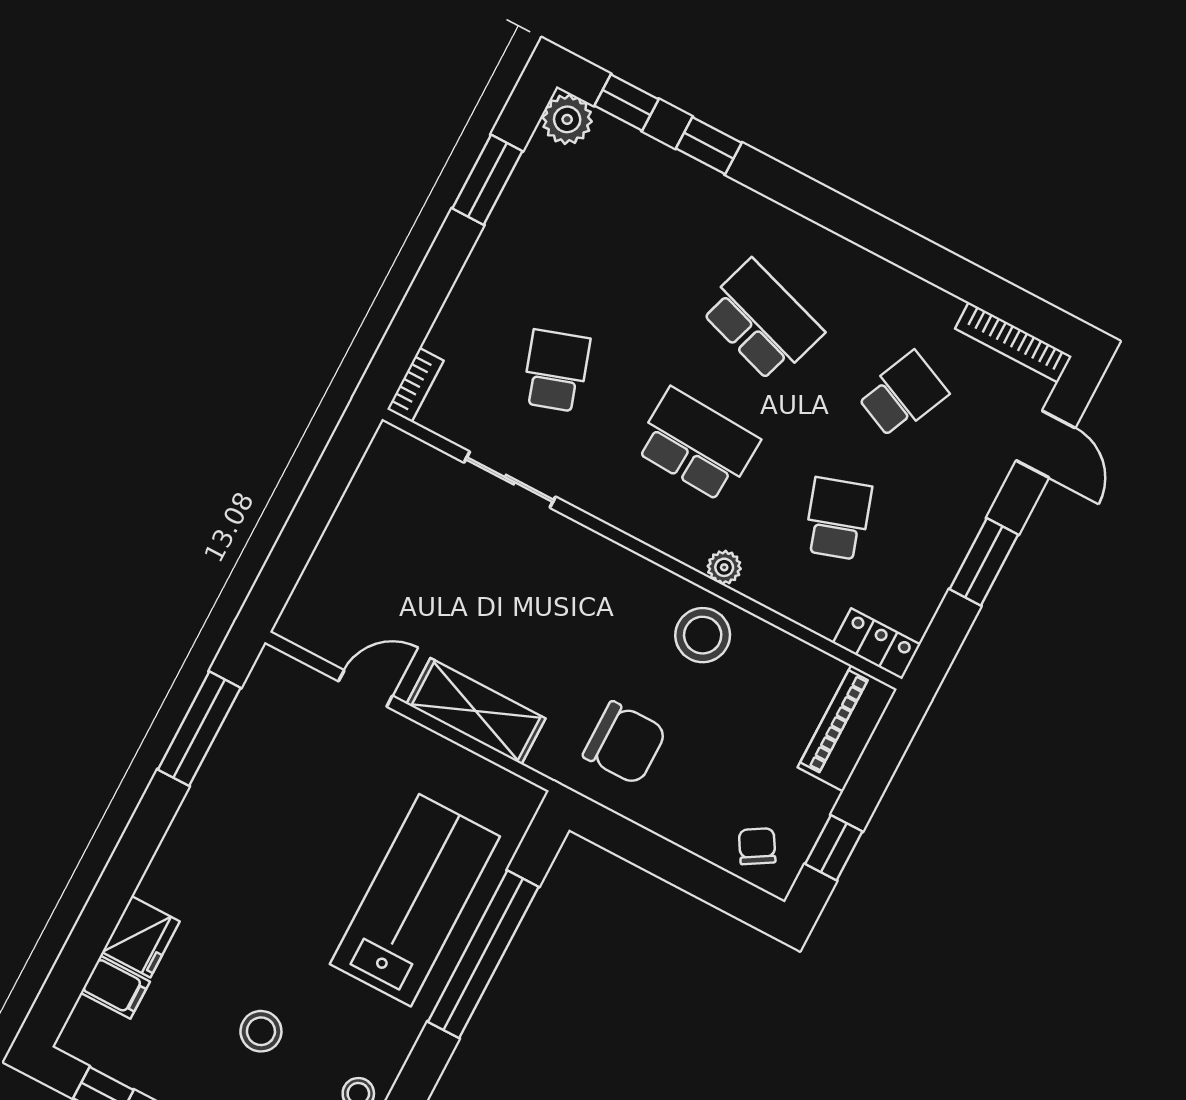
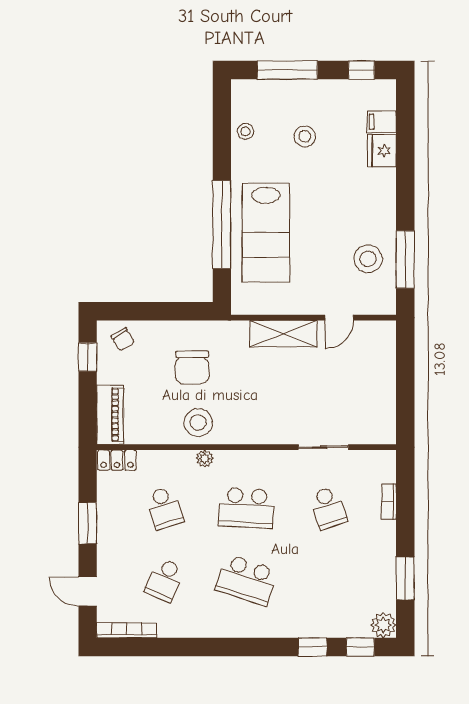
bookcase: (415, 385) -> (389, 502), moved
chair: (625, 743) -> (192, 367), moved, turned -90
stool: (262, 764) -> (368, 259), added

